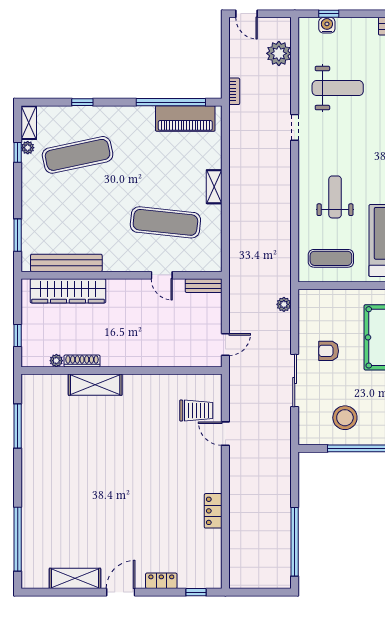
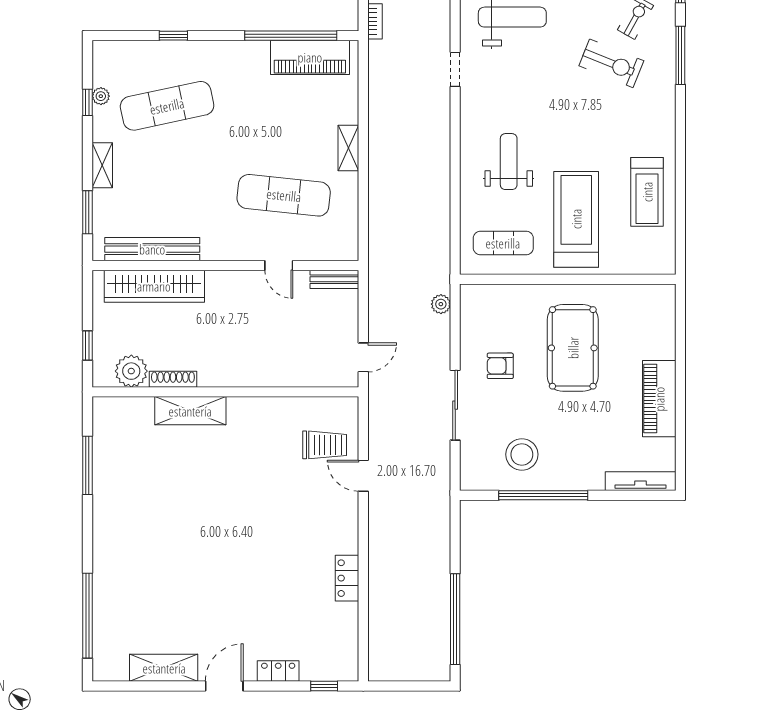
shelving: (29, 123) -> (102, 165), moved
plant: (56, 361) -> (131, 371), width x1.88, depth x1.88

